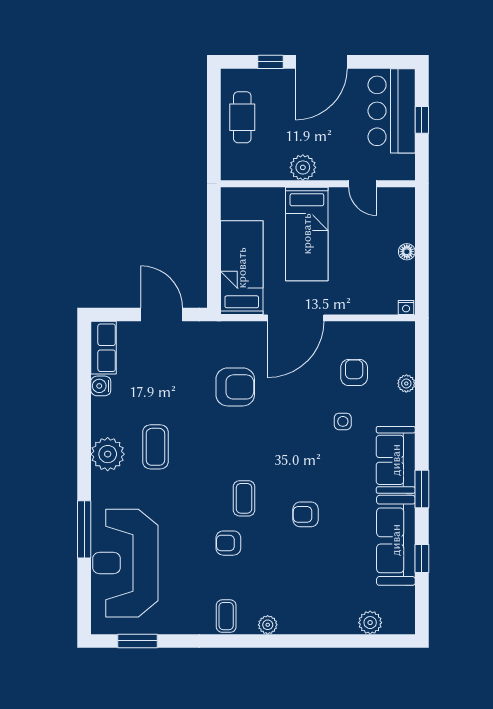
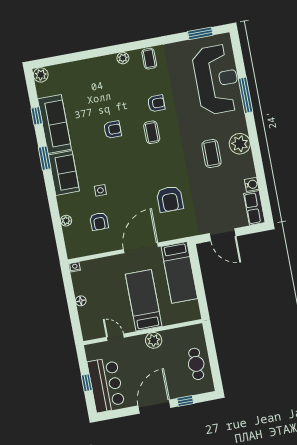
armchair: (235, 387) -> (170, 199), turned -90
plant: (370, 623) -> (41, 75), moved

